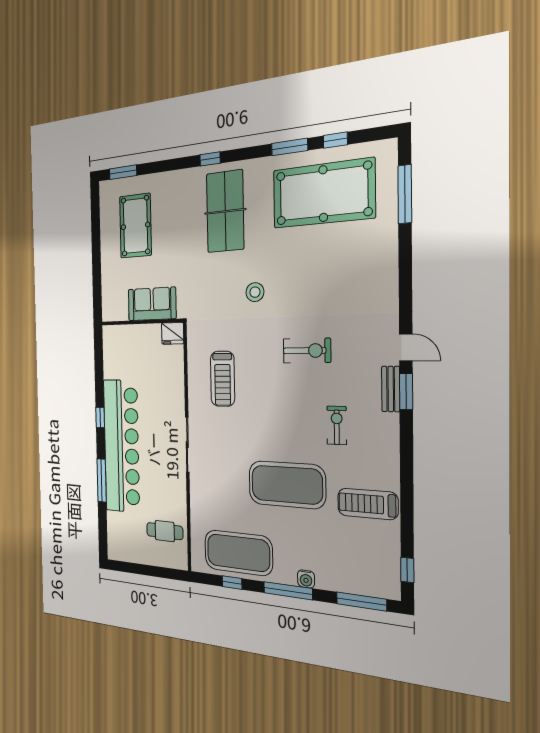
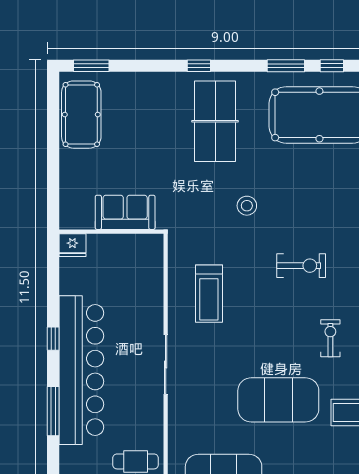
pool table: (135, 226) -> (81, 115), moved
fridge: (173, 333) -> (72, 245), moved

